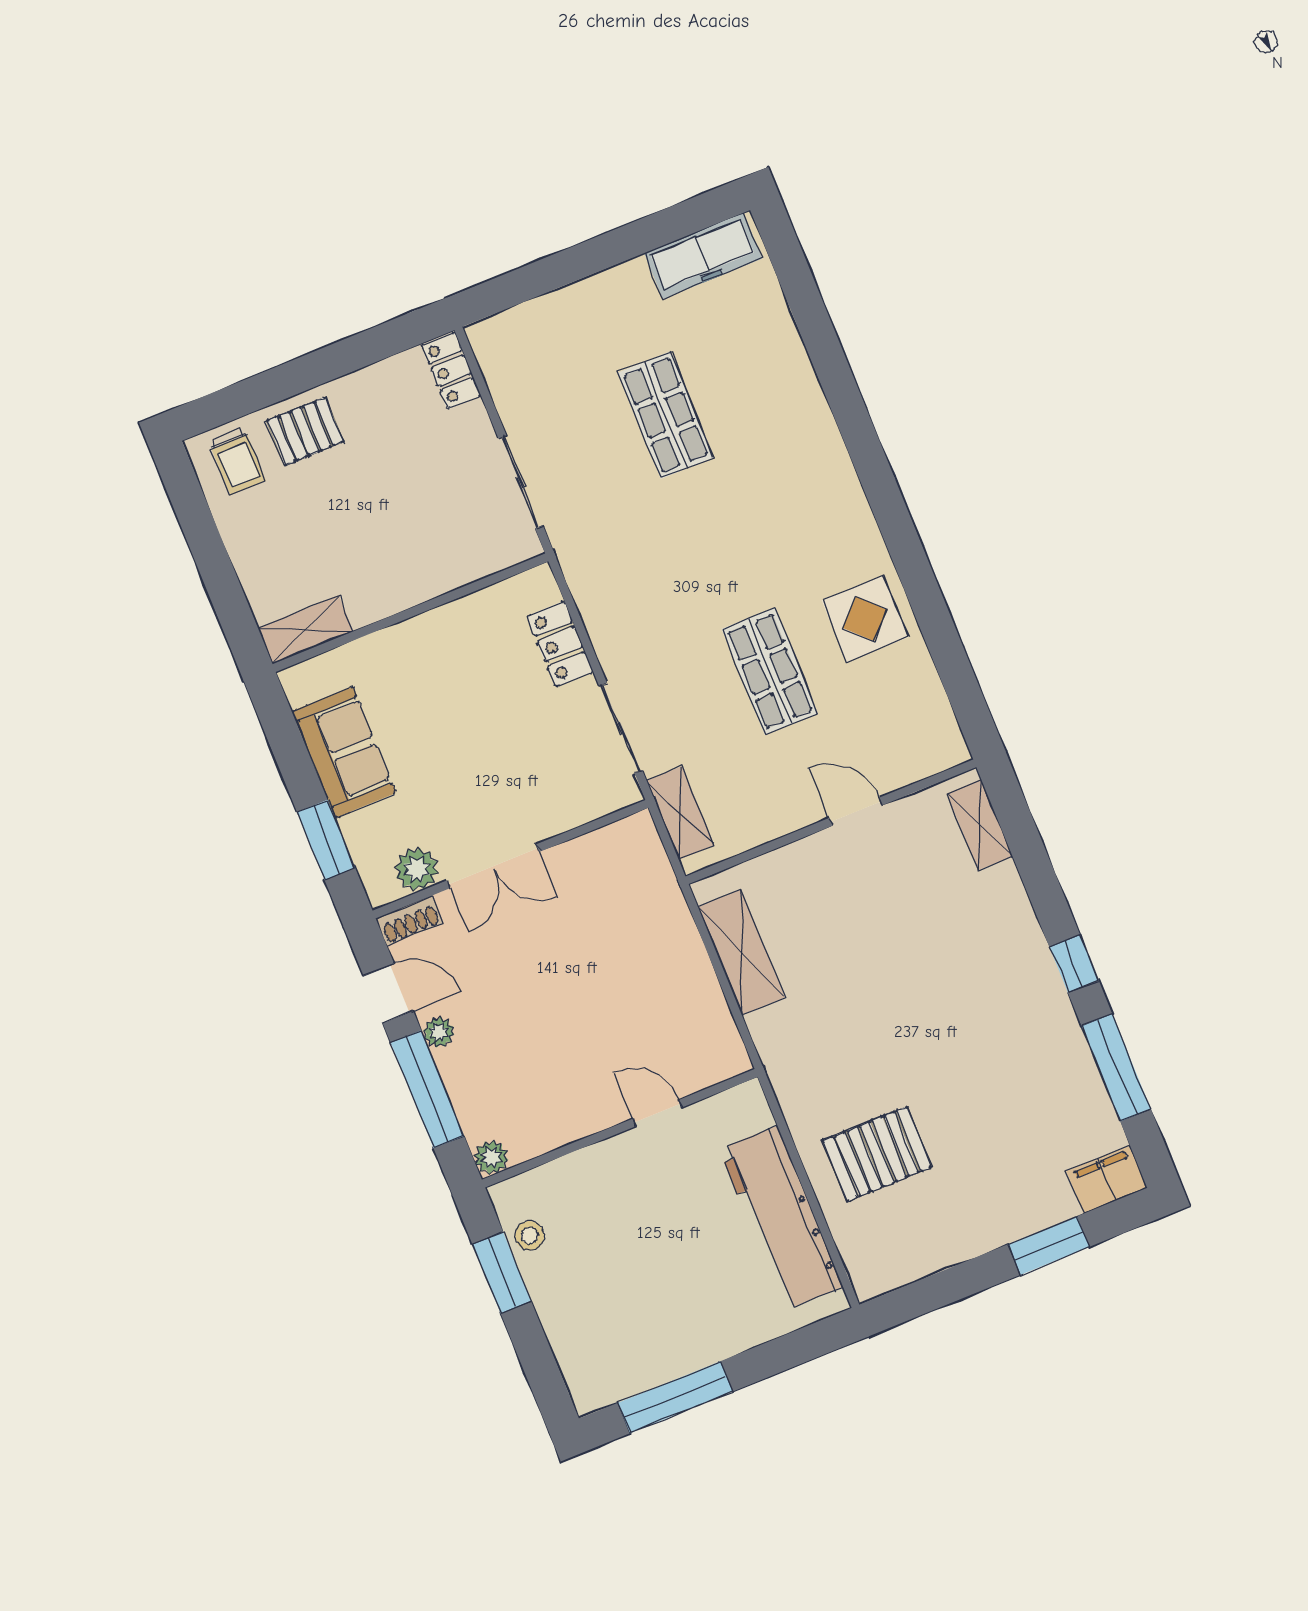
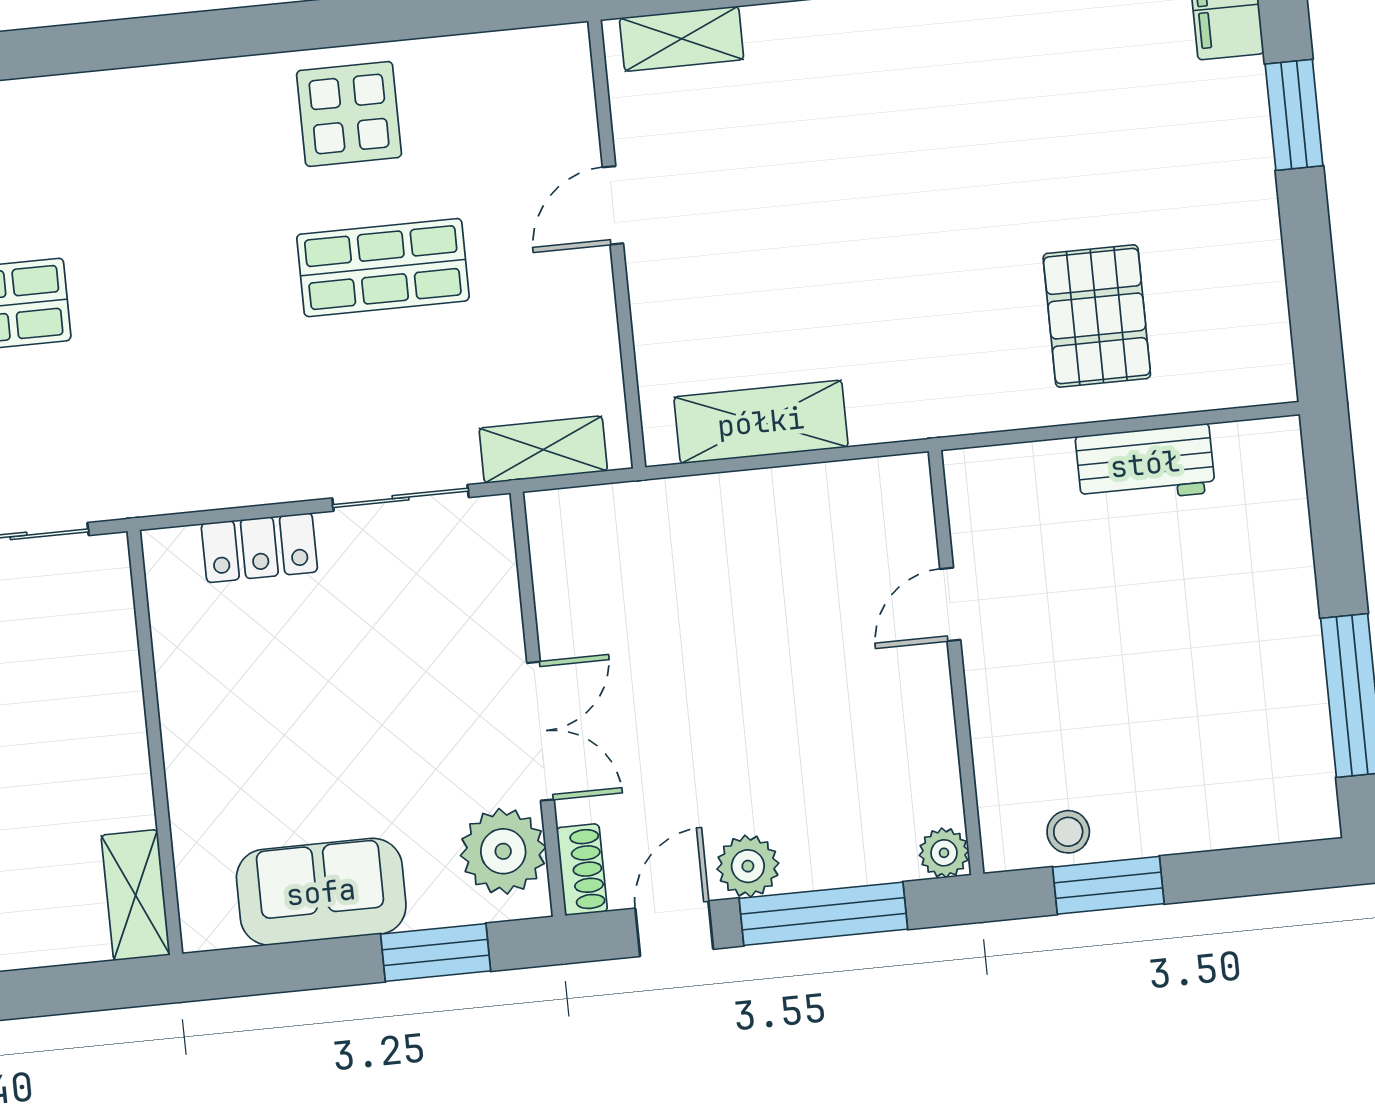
plant: (417, 869) -> (503, 851), width x1.36, depth x1.36
plant: (439, 1032) -> (748, 866), width x1.38, depth x1.38
workbench: (781, 1218) -> (1145, 464), width x0.53, depth x0.76

